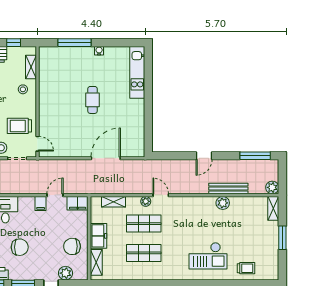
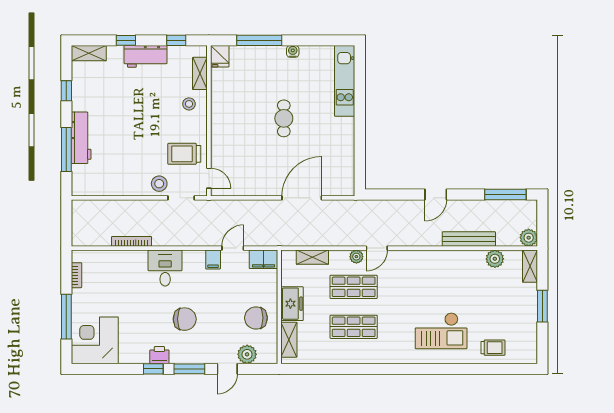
fridge: (45, 54) -> (220, 56), added
door: (161, 195) -> (377, 248), swing flipped
plant: (223, 203) -> (495, 259), moved

